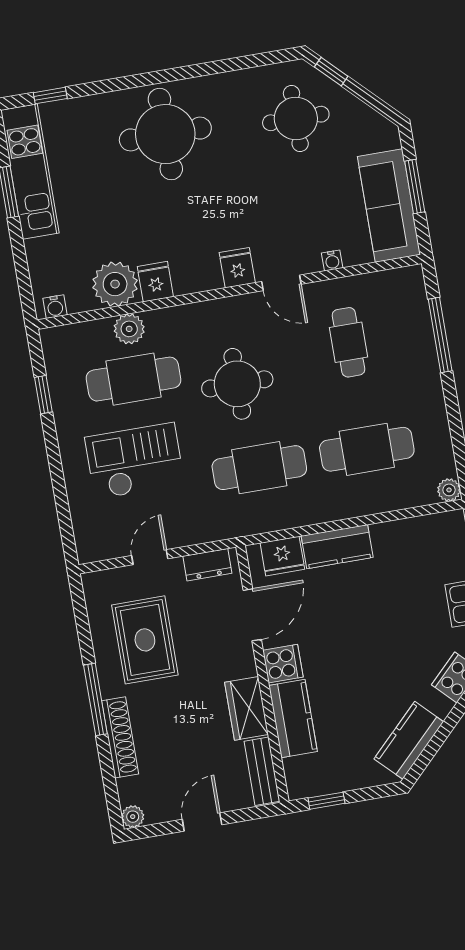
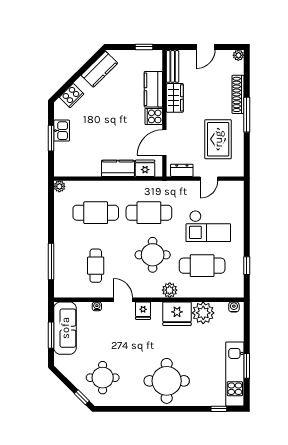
fridge: (155, 282) -> (177, 314), width x1.88, depth x1.34
plant: (129, 329) -> (170, 290), moved

